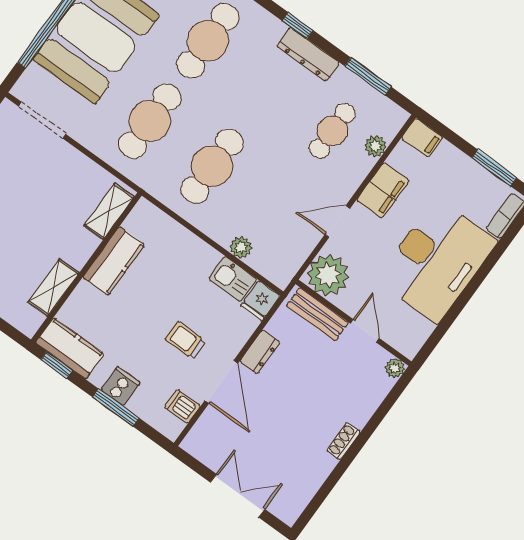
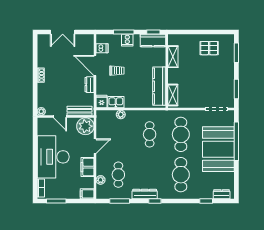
cafe table: (212, 166) -> (150, 134), width x0.73, depth x0.74
kitchen counter: (114, 261) -> (159, 86), width x1.50

